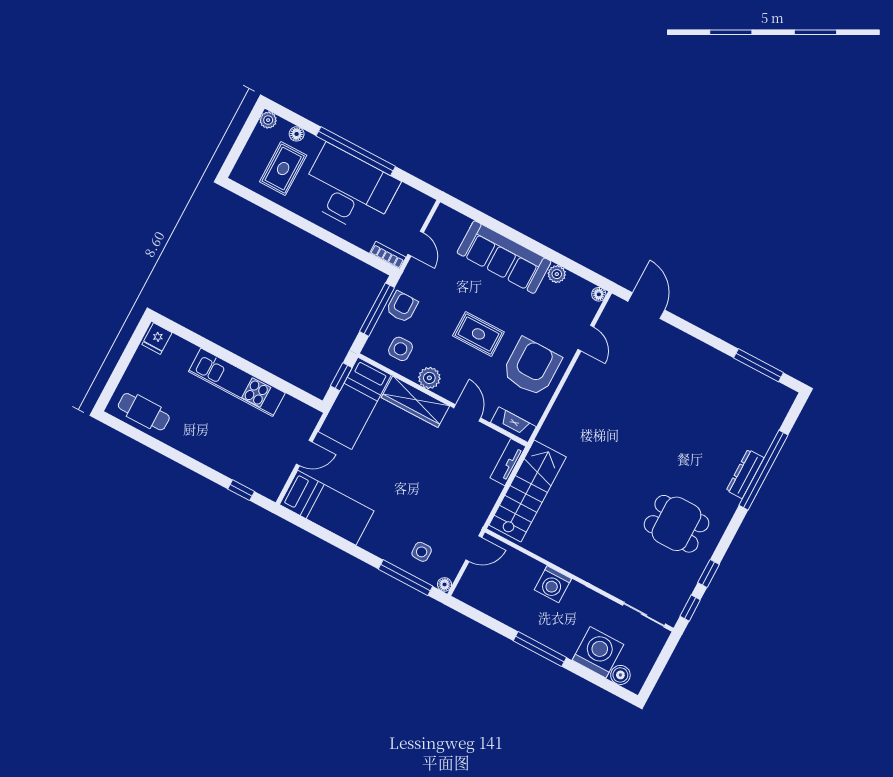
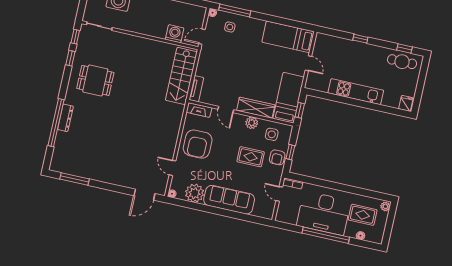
plant: (268, 120) -> (385, 206), moved
rug: (283, 169) -> (363, 215), turned 90
plant: (557, 274) -> (195, 193), width x1.87, depth x1.87
door: (646, 306) -> (144, 195), hinge flipped
window: (377, 310) -> (290, 152), width x0.46
rug: (478, 334) -> (251, 157), moved
window: (133, 433) -> (404, 48), added
door: (304, 453) -> (308, 63), swing flipped
window: (241, 490) -> (360, 39), moved
washing machine: (553, 584) -> (175, 34), moved

